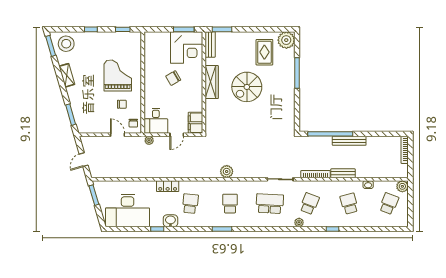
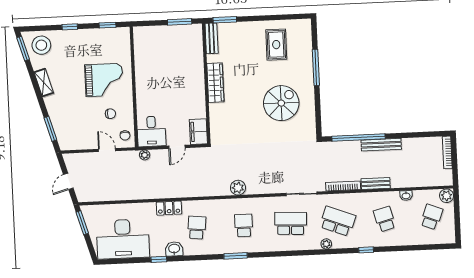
plant: (286, 40) -> (301, 29), removed
corner desk: (187, 47) -> (184, 43), removed
grand piano: (118, 75) -> (104, 80), turned 90
chair: (173, 78) -> (170, 80), removed
spiral stairs: (247, 87) -> (281, 103), moved, turned 180
school desk: (309, 204) -> (338, 221), width x1.85

